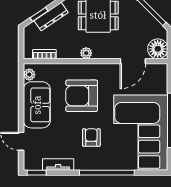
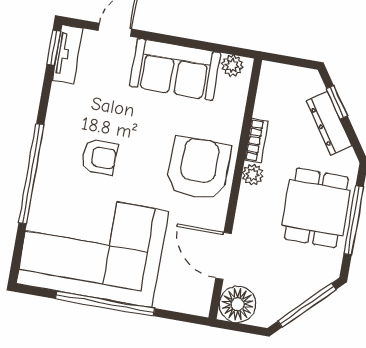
bookcase: (44, 54) -> (256, 141), moved
armchair: (82, 96) -> (199, 169), moved
tv unit: (58, 165) -> (67, 54), moved

